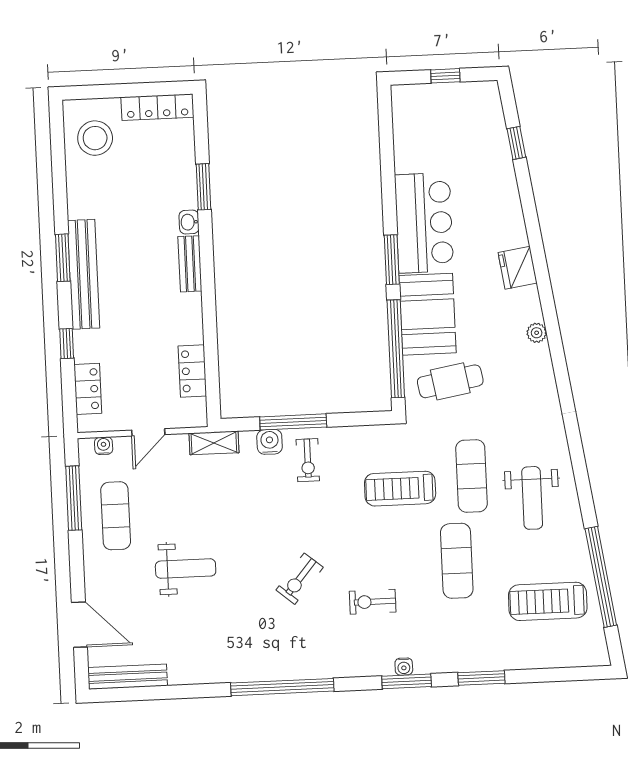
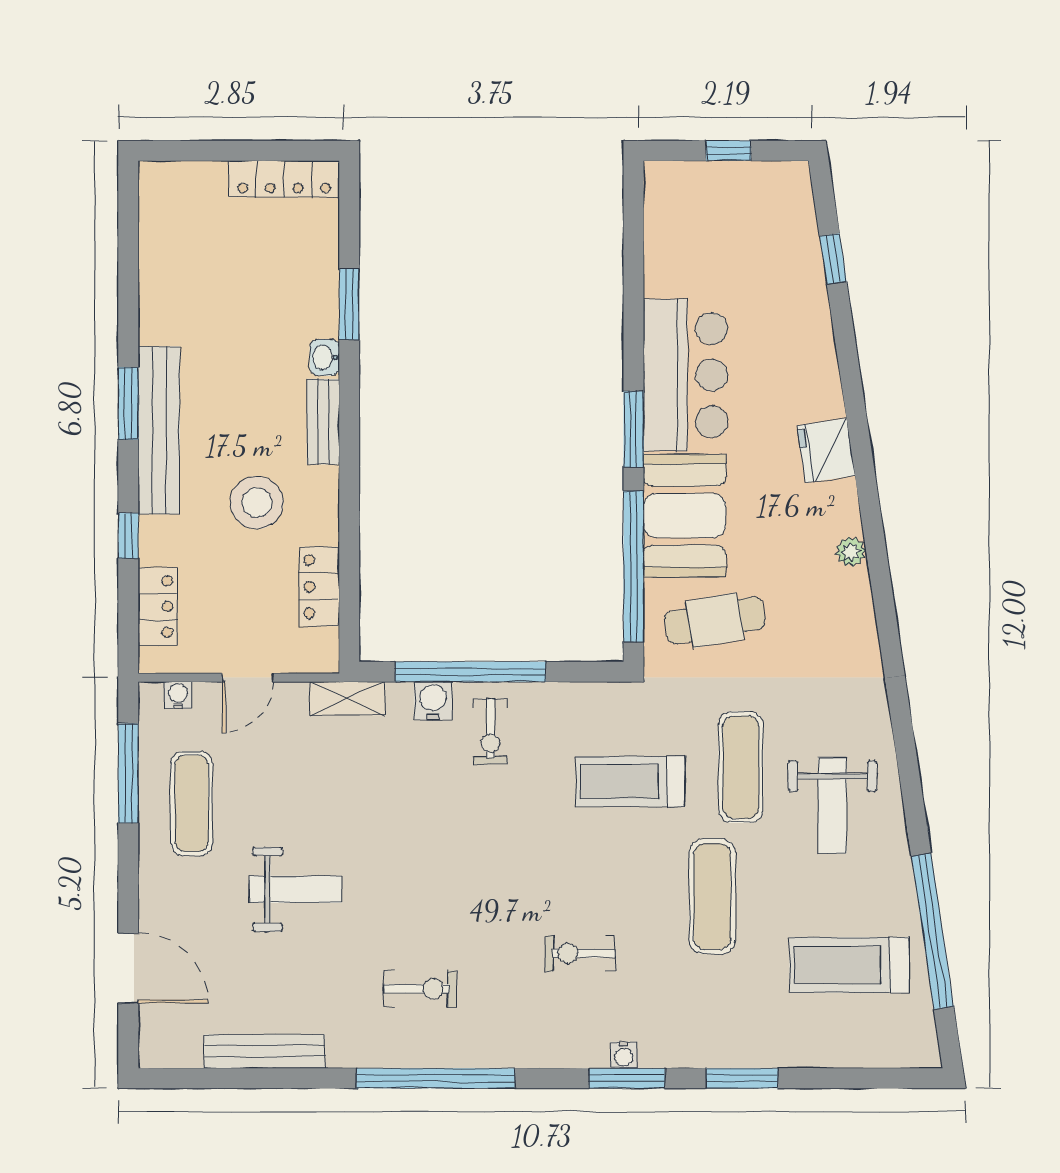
stool: (95, 138) -> (257, 503), moved
window: (293, 422) -> (471, 672), width x1.46
exercise bike: (300, 579) -> (420, 989), moved, turned -130
bench: (128, 677) -> (264, 1051), moved

